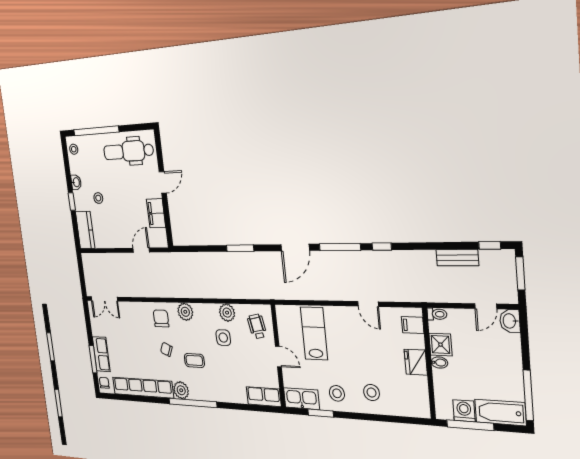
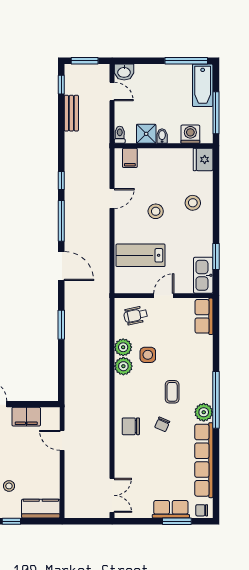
plant: (185, 312) -> (123, 366), moved
fridge: (416, 362) -> (203, 159), moved, turned 90
stool: (337, 393) -> (156, 211), moved
washing machine: (464, 411) -> (190, 134), moved, turned 90

